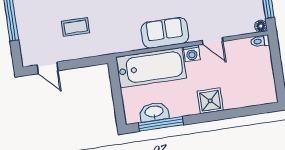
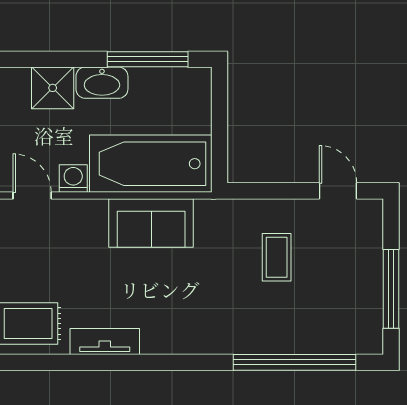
coffee table: (75, 27) -> (277, 257), turned 90
sofa: (165, 33) -> (151, 223), moved
washbasin: (154, 112) -> (102, 83), moved

